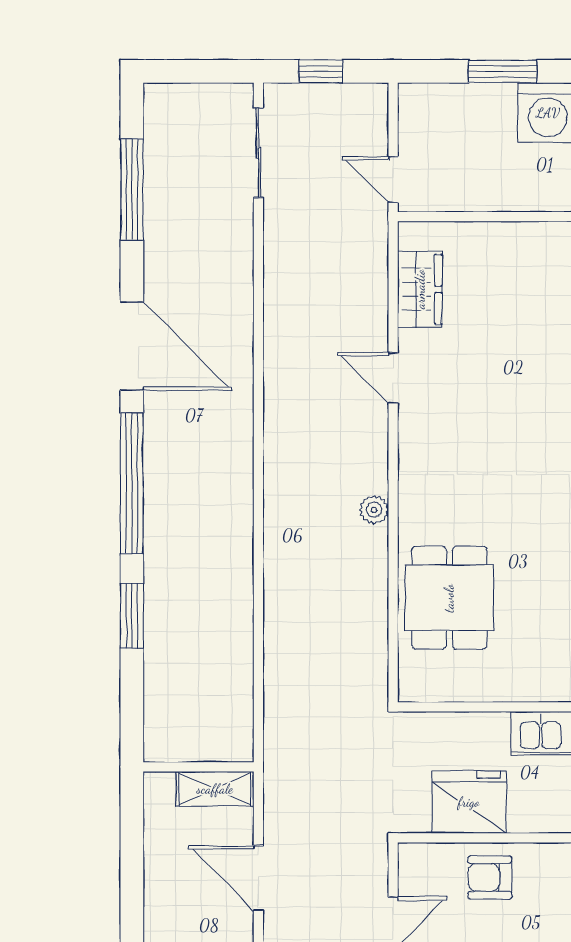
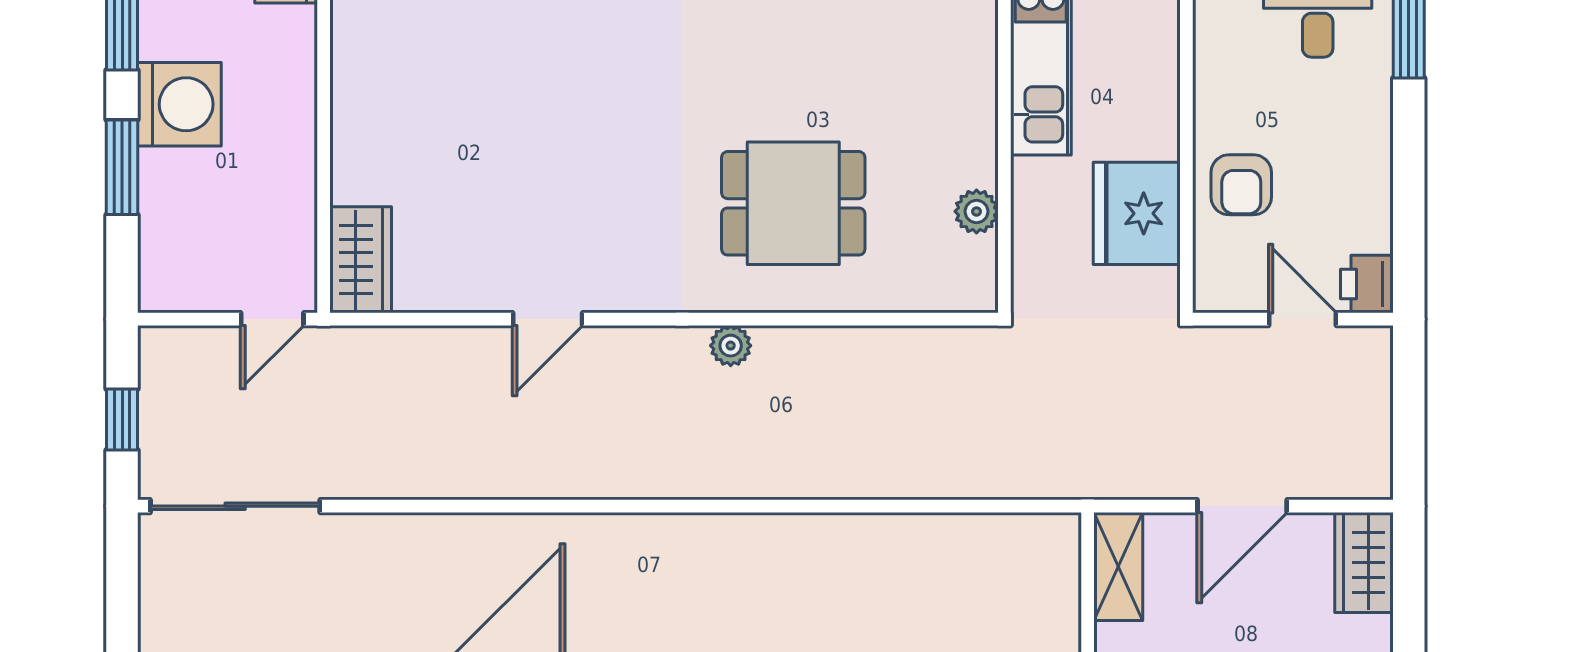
sliding door: (258, 153) -> (235, 506), width x1.37
wardrobe: (420, 289) -> (361, 260), moved, turned 90
dining table: (449, 598) -> (793, 203), moved
plant: (471, 687) -> (976, 211), added

